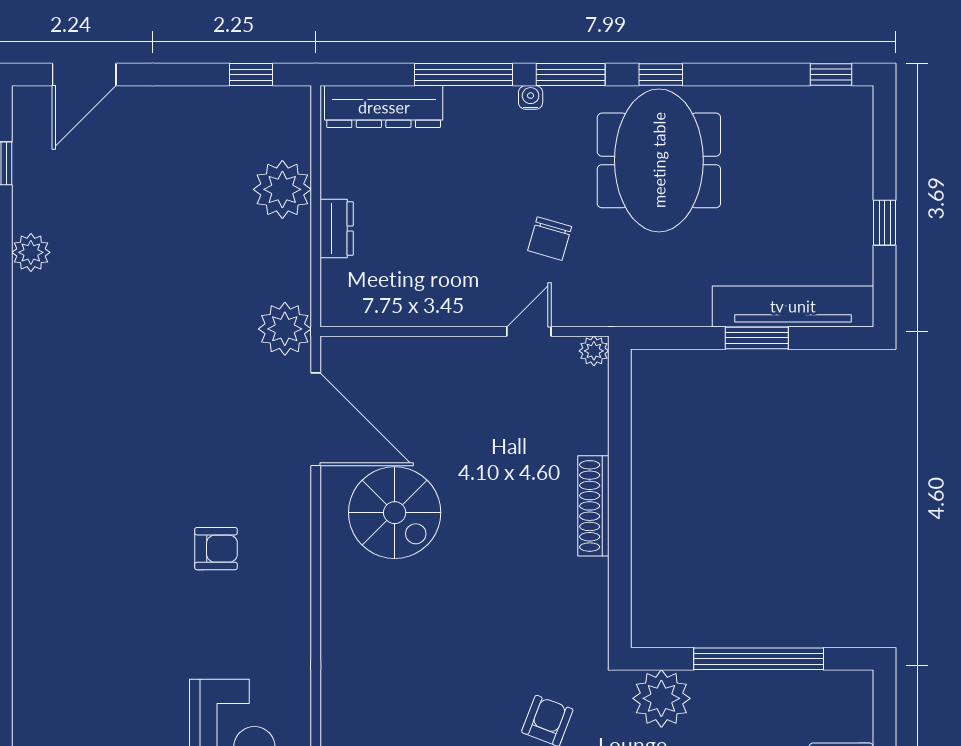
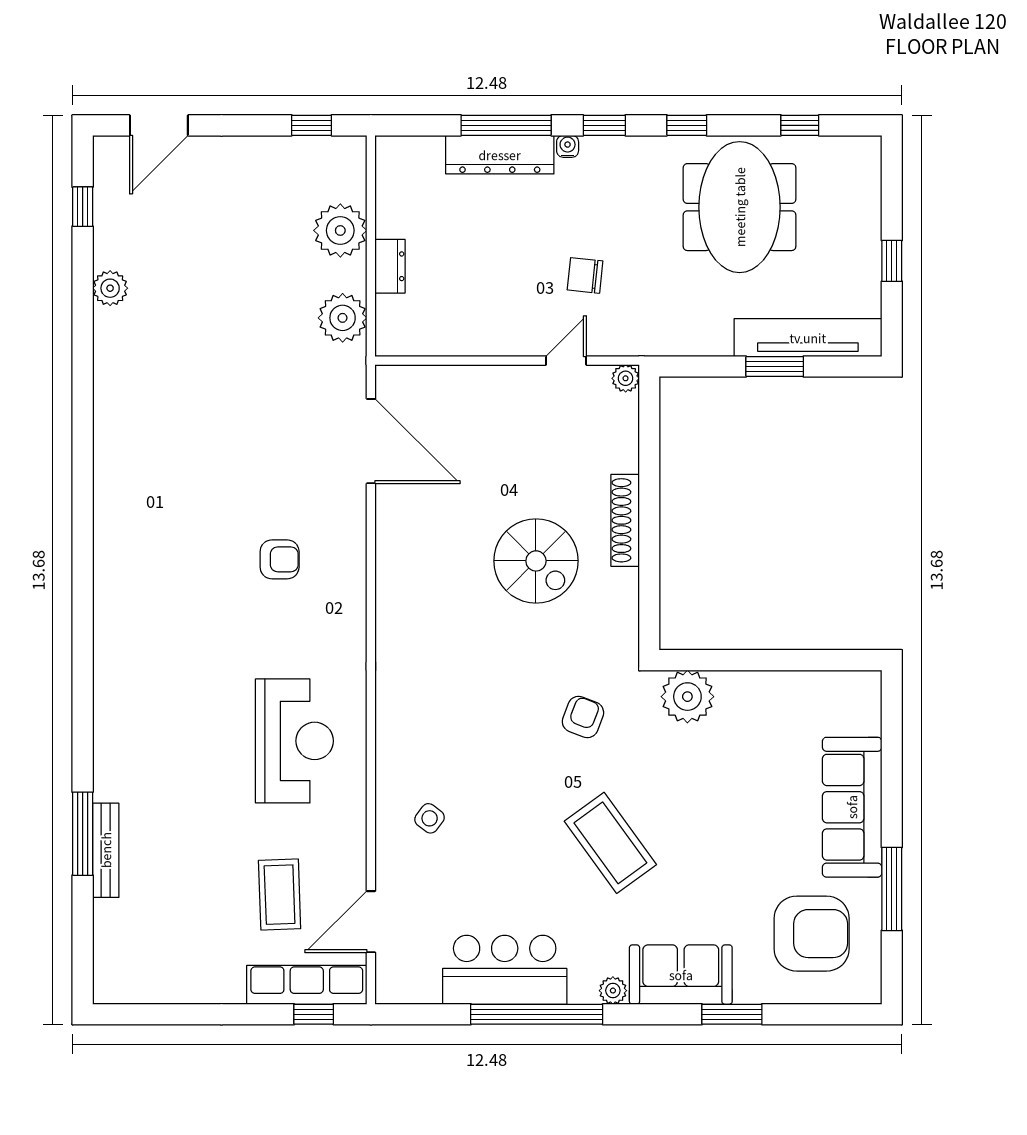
window: (571, 75) -> (604, 125), width x0.67
window: (831, 75) -> (800, 125), moved
dresser: (384, 107) -> (500, 155), moved
meeting table: (659, 160) -> (740, 207), moved
chair: (550, 239) -> (585, 275), turned 80
plant: (285, 329) -> (343, 318), moved
spiral stairs: (395, 513) -> (536, 561), moved
window: (759, 659) -> (776, 660), removed

